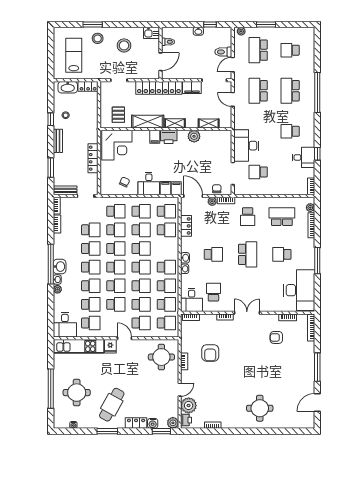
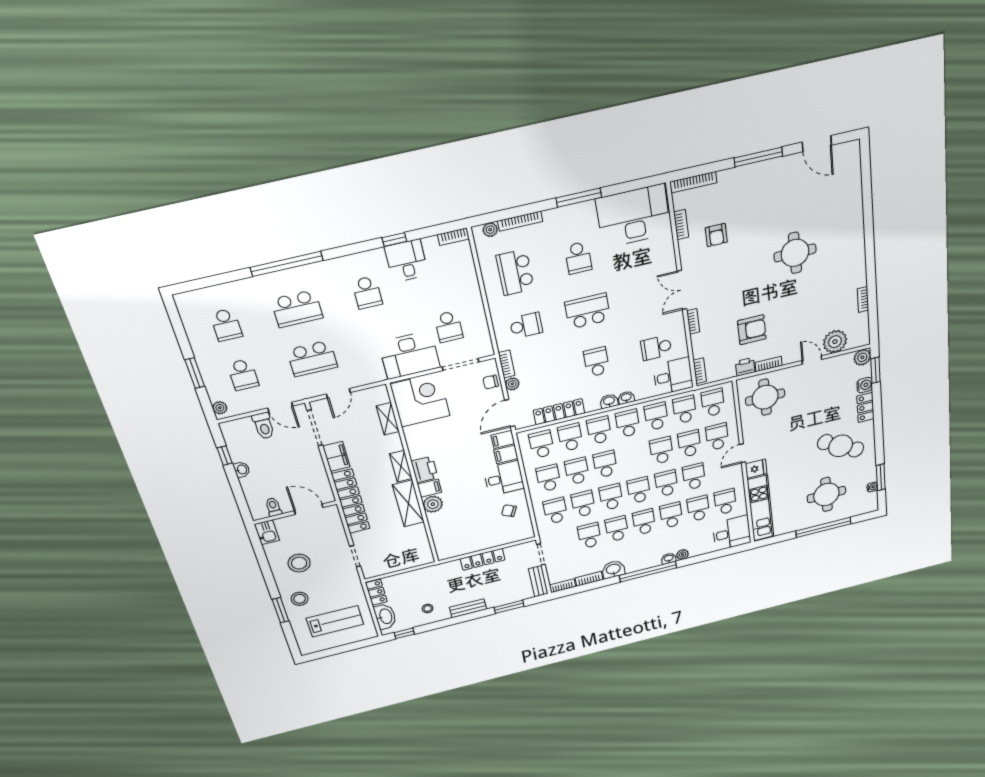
school desk: (258, 50) -> (243, 375), width x0.54
lab bench: (74, 55) -> (335, 621), turned 180
pallet: (118, 115) -> (408, 544), removed
window: (51, 119) -> (404, 633), moved
plant: (194, 136) -> (433, 504), moved
corner desk: (117, 145) -> (420, 400), moved
locker: (186, 226) -> (559, 412), width x1.53
washbasin: (60, 267) -> (613, 569), moved
school desk: (141, 267) -> (599, 430), moved
round table: (260, 408) -> (795, 253), moved
printer: (186, 420) -> (745, 367), moved
window: (107, 431) -> (881, 477), moved

